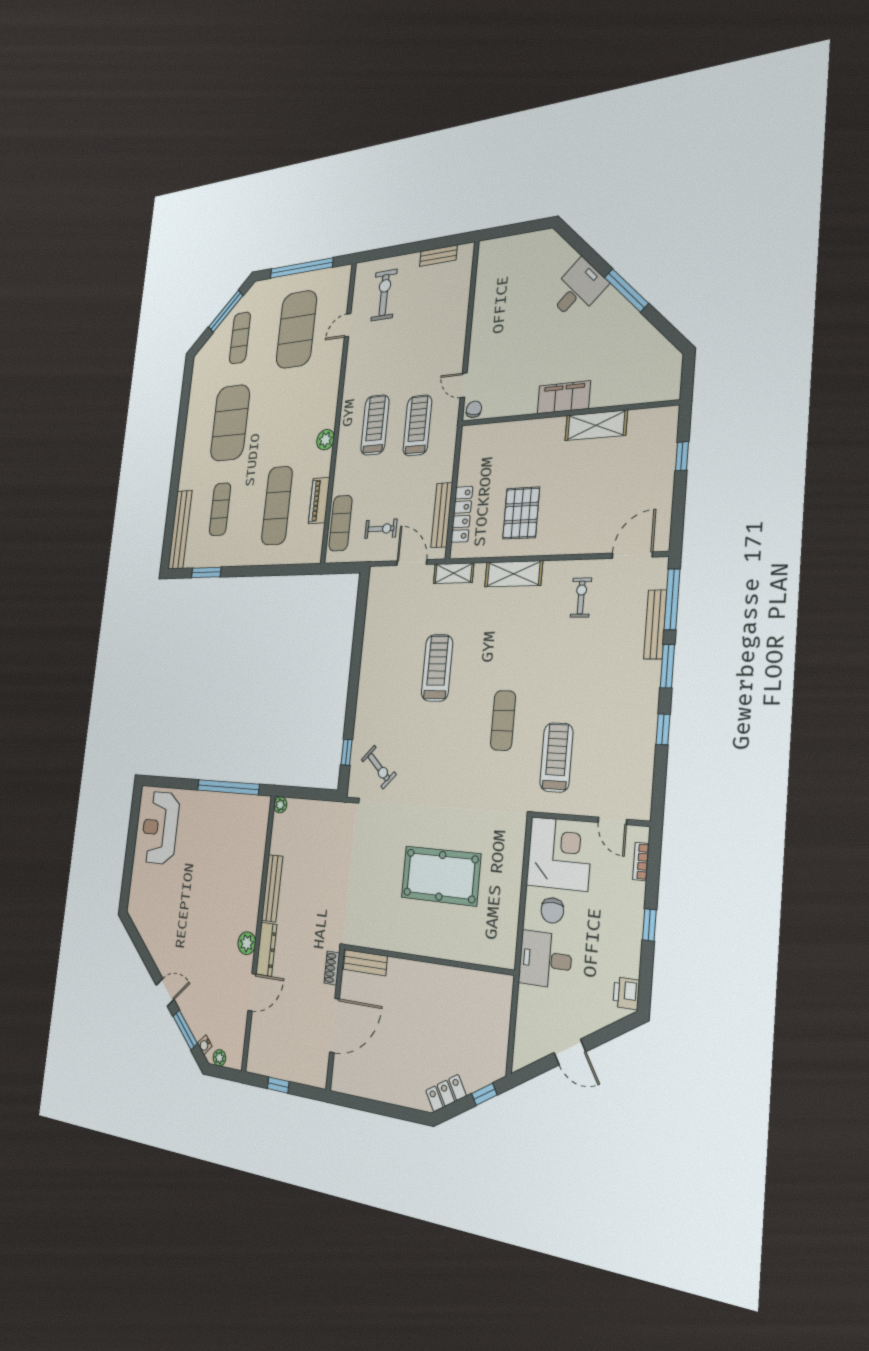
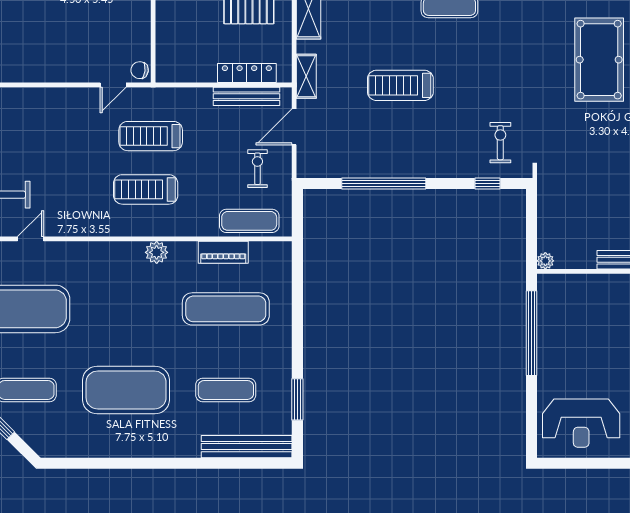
door: (348, 325) -> (30, 239), swing flipped
window: (357, 650) -> (384, 184), added
exercise bike: (379, 767) -> (500, 143), turned -43

